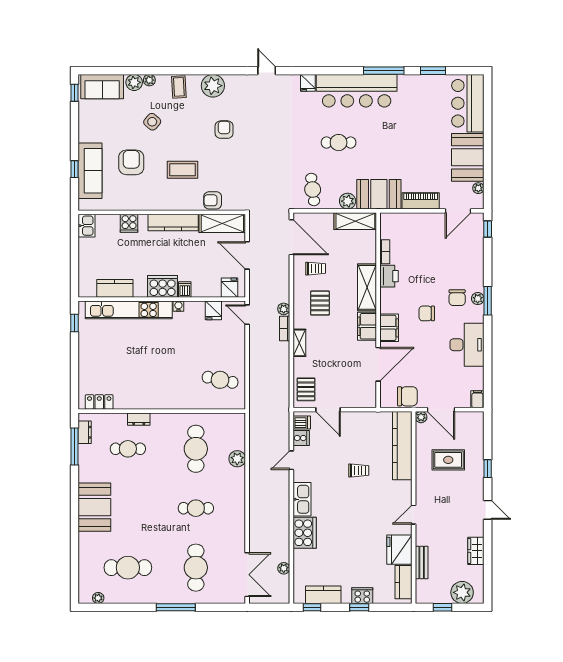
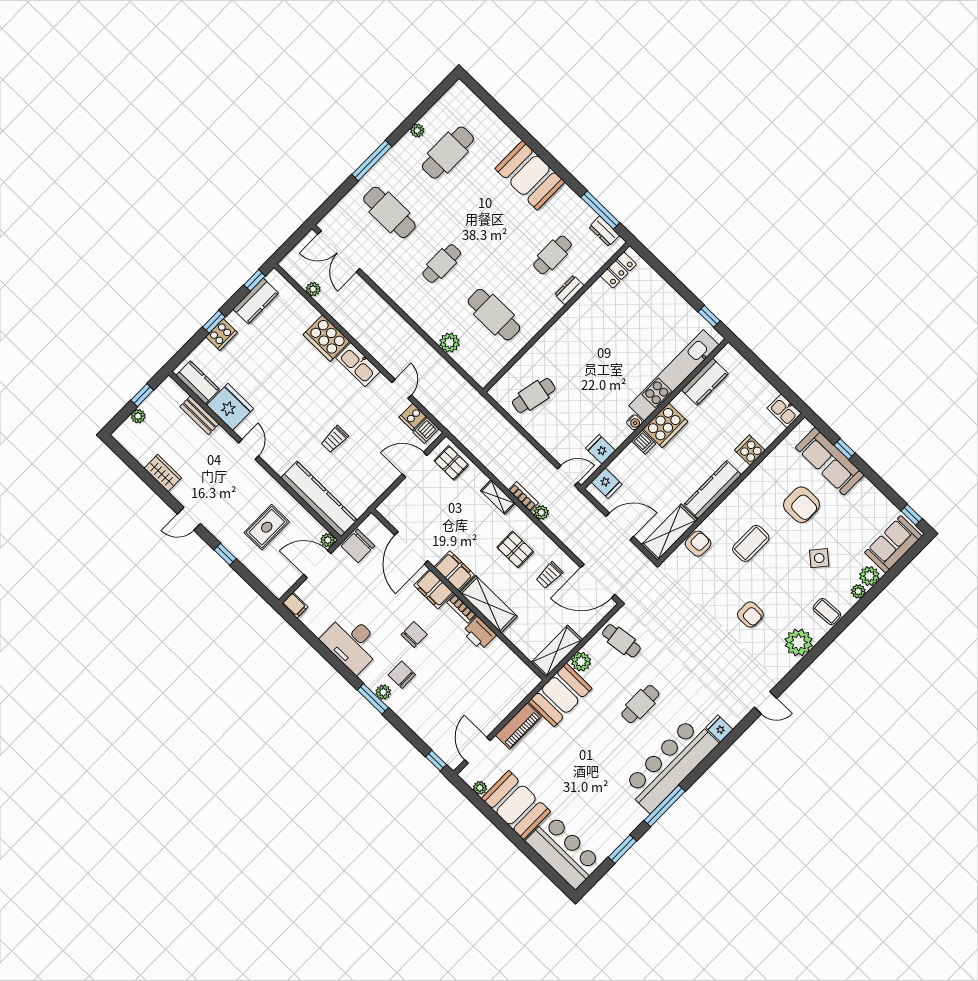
bookcase: (385, 252) -> (461, 609), moved
plant: (462, 592) -> (138, 416), width x0.53, depth x0.53
plant: (98, 598) -> (417, 130), moved

